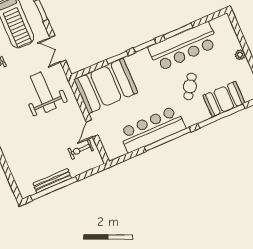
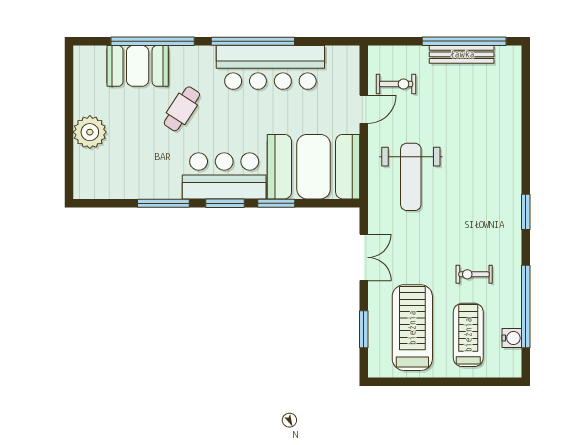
bar counter: (183, 47) -> (224, 176), moved, width x0.73
plant: (240, 55) -> (90, 132), width x1.88, depth x1.88
weight bench: (43, 92) -> (411, 177), moved

